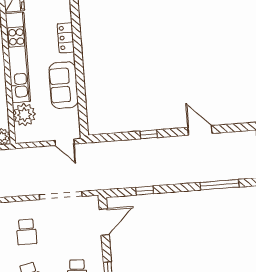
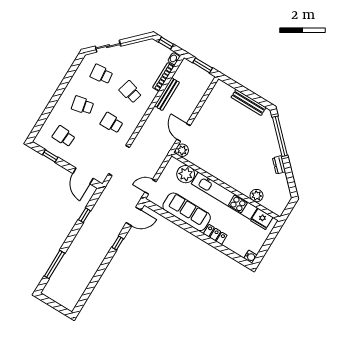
sofa: (63, 85) -> (187, 212), width x1.36
door: (200, 130) -> (134, 216), moved

